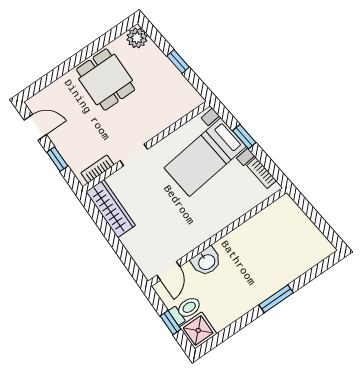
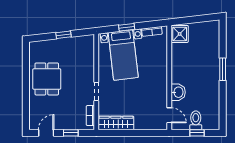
plant: (137, 38) -> (36, 48), removed
dining table: (106, 80) -> (47, 79), turned 90
shower: (198, 330) -> (180, 34), moved

